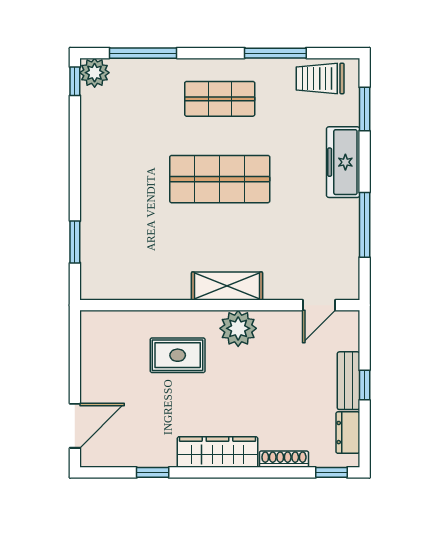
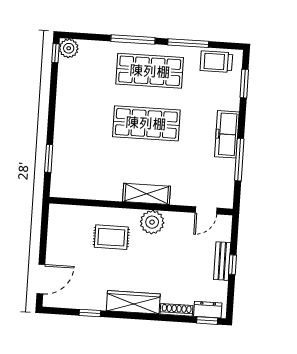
window: (143, 53) -> (133, 40), moved
shop shelf: (220, 99) -> (150, 71), width x1.43, depth x1.36
freezer: (343, 162) -> (227, 134), moved
dresser: (348, 433) -> (208, 310), moved, turned 90

